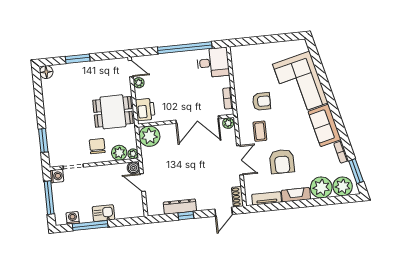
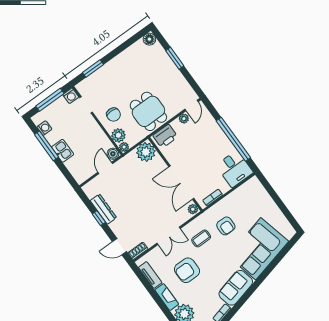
chair: (97, 146) -> (114, 115), turned 90

